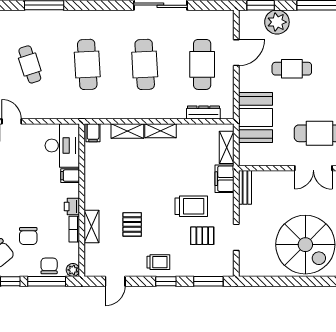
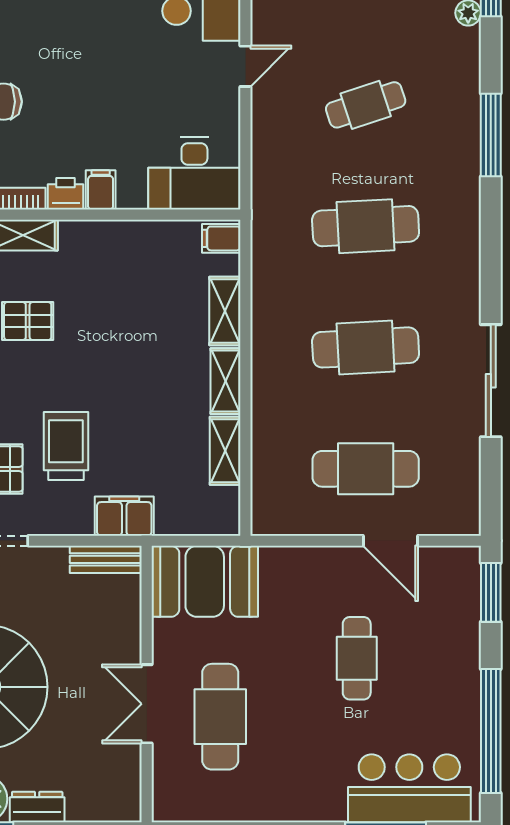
plant: (277, 22) -> (455, 627), removed
dresser: (203, 112) -> (264, 472), removed
booth: (255, 118) -> (205, 581), moved
shelving: (227, 147) -> (225, 451), moved, turned 90
filing cabinet: (70, 176) -> (101, 190), moved
trolley: (191, 206) -> (66, 446), turned 180

